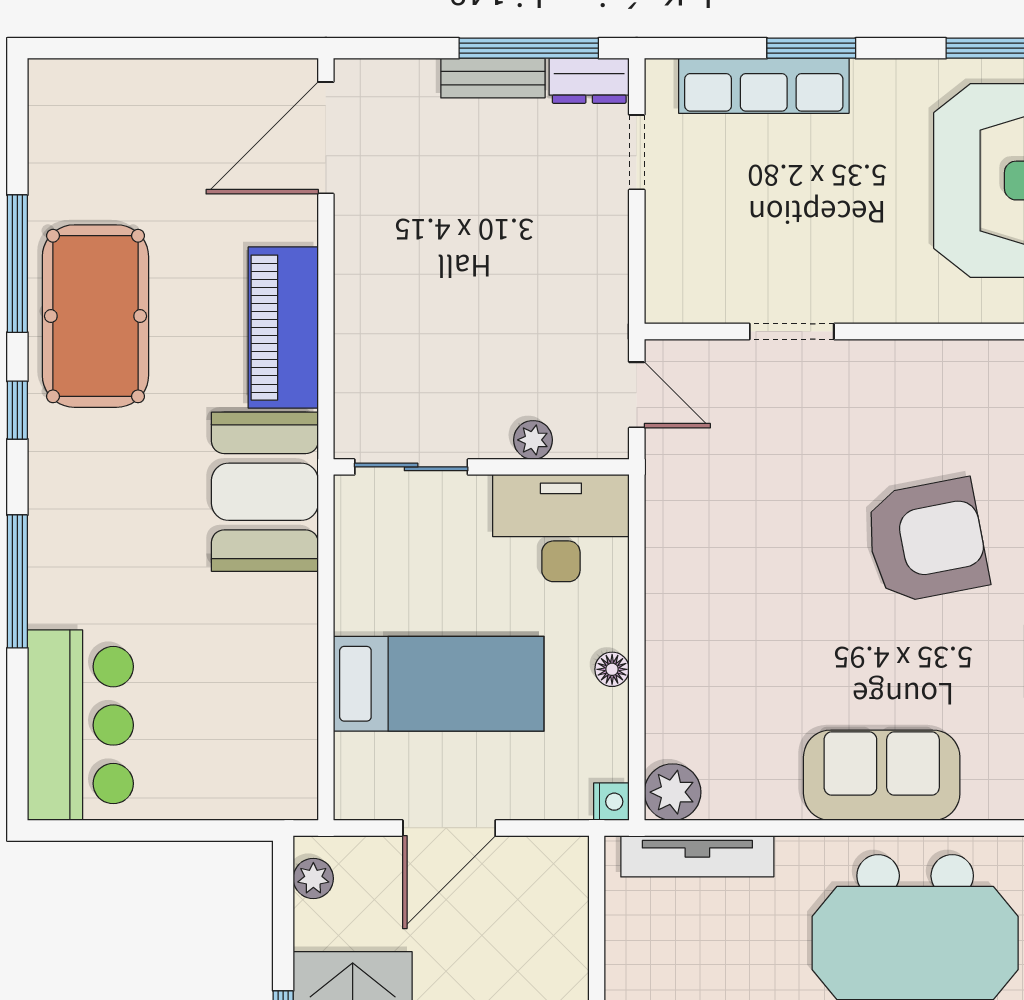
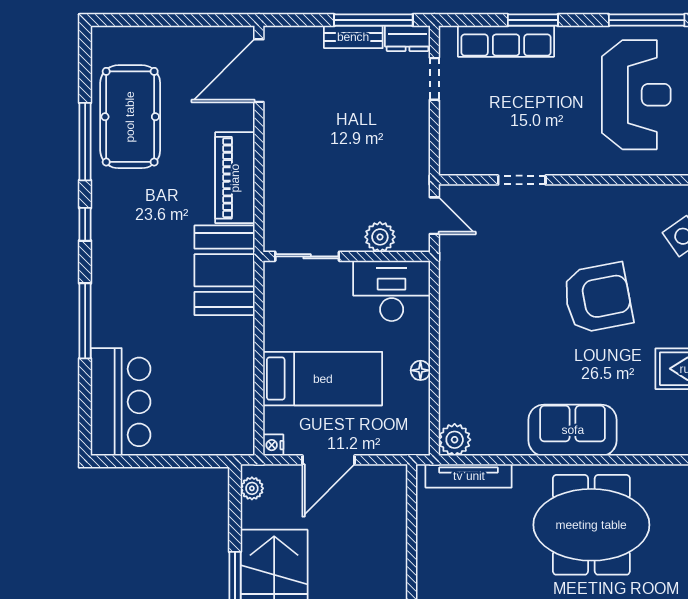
pool table: (95, 316) -> (130, 117), moved
plant: (533, 440) -> (380, 237), width x1.38, depth x1.38
nightstand: (611, 802) -> (273, 445), moved, turned 180

